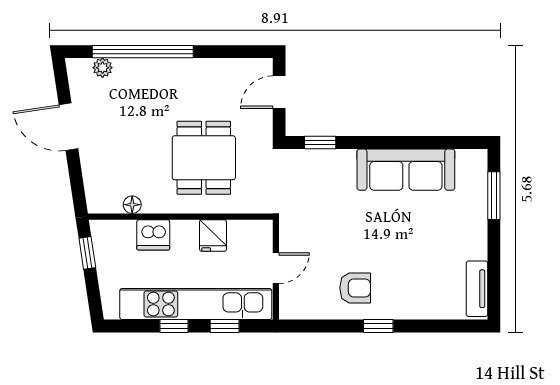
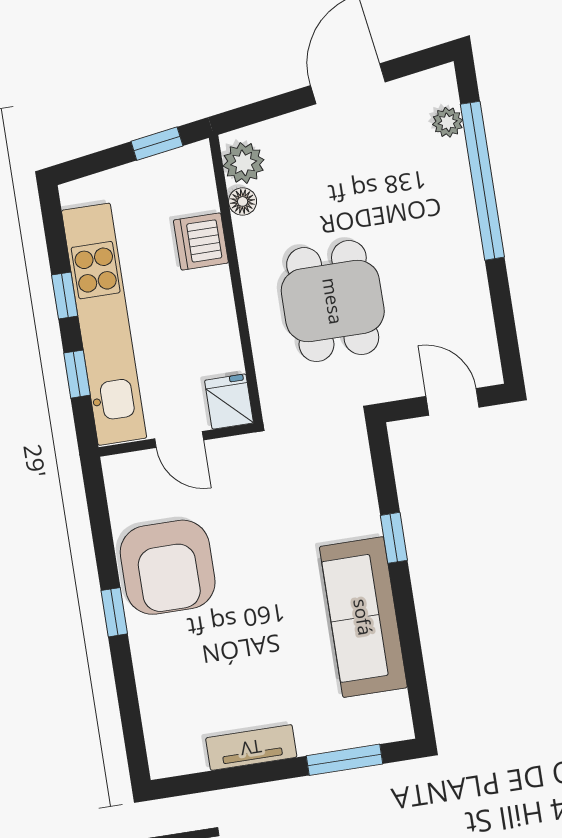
window: (320, 143) -> (394, 538), moved
dining table: (204, 158) -> (333, 301), turned 90
plant: (108, 200) -> (244, 163), added
fridge: (213, 236) -> (229, 402), moved, turned 90
armchair: (355, 288) -> (168, 567), width x1.88, depth x1.88
tv unit: (477, 289) -> (251, 748), moved

